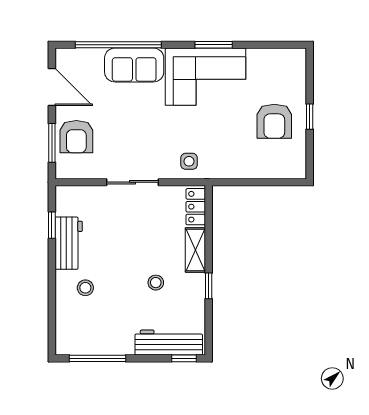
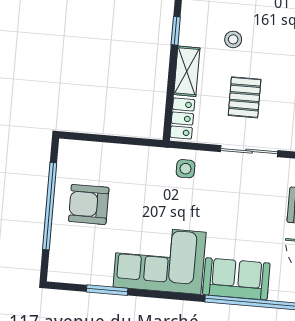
window: (214, 45) -> (107, 290), moved
window: (310, 117) -> (50, 206), width x3.17
armchair: (274, 121) -> (89, 204), turned -90
pallet: (141, 231) -> (245, 97), added

